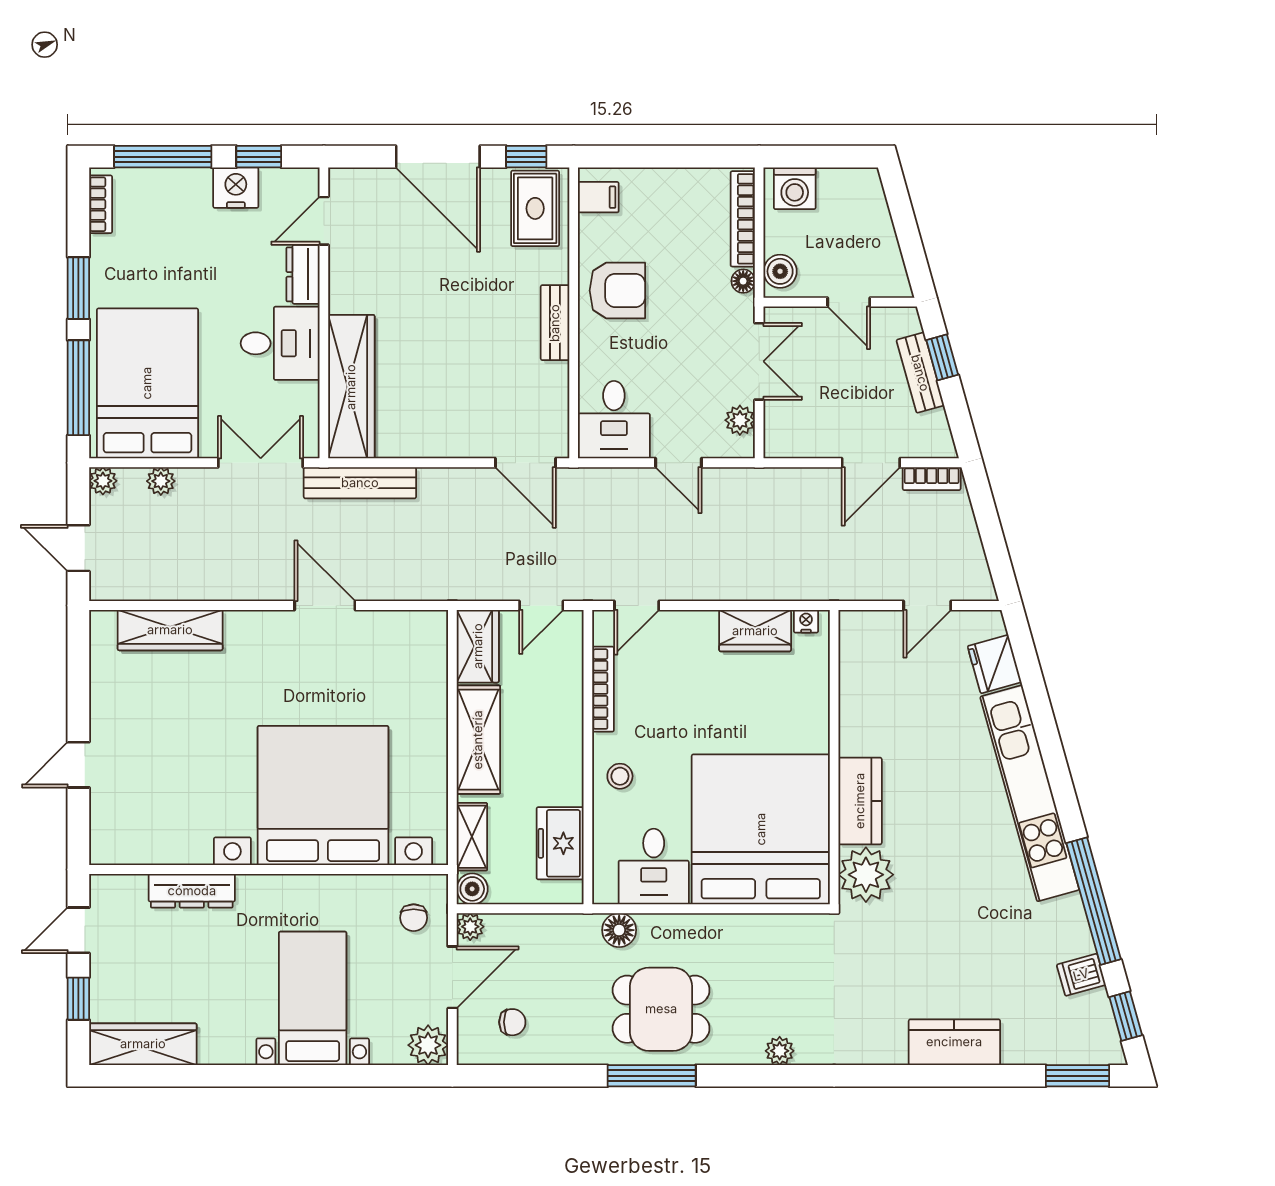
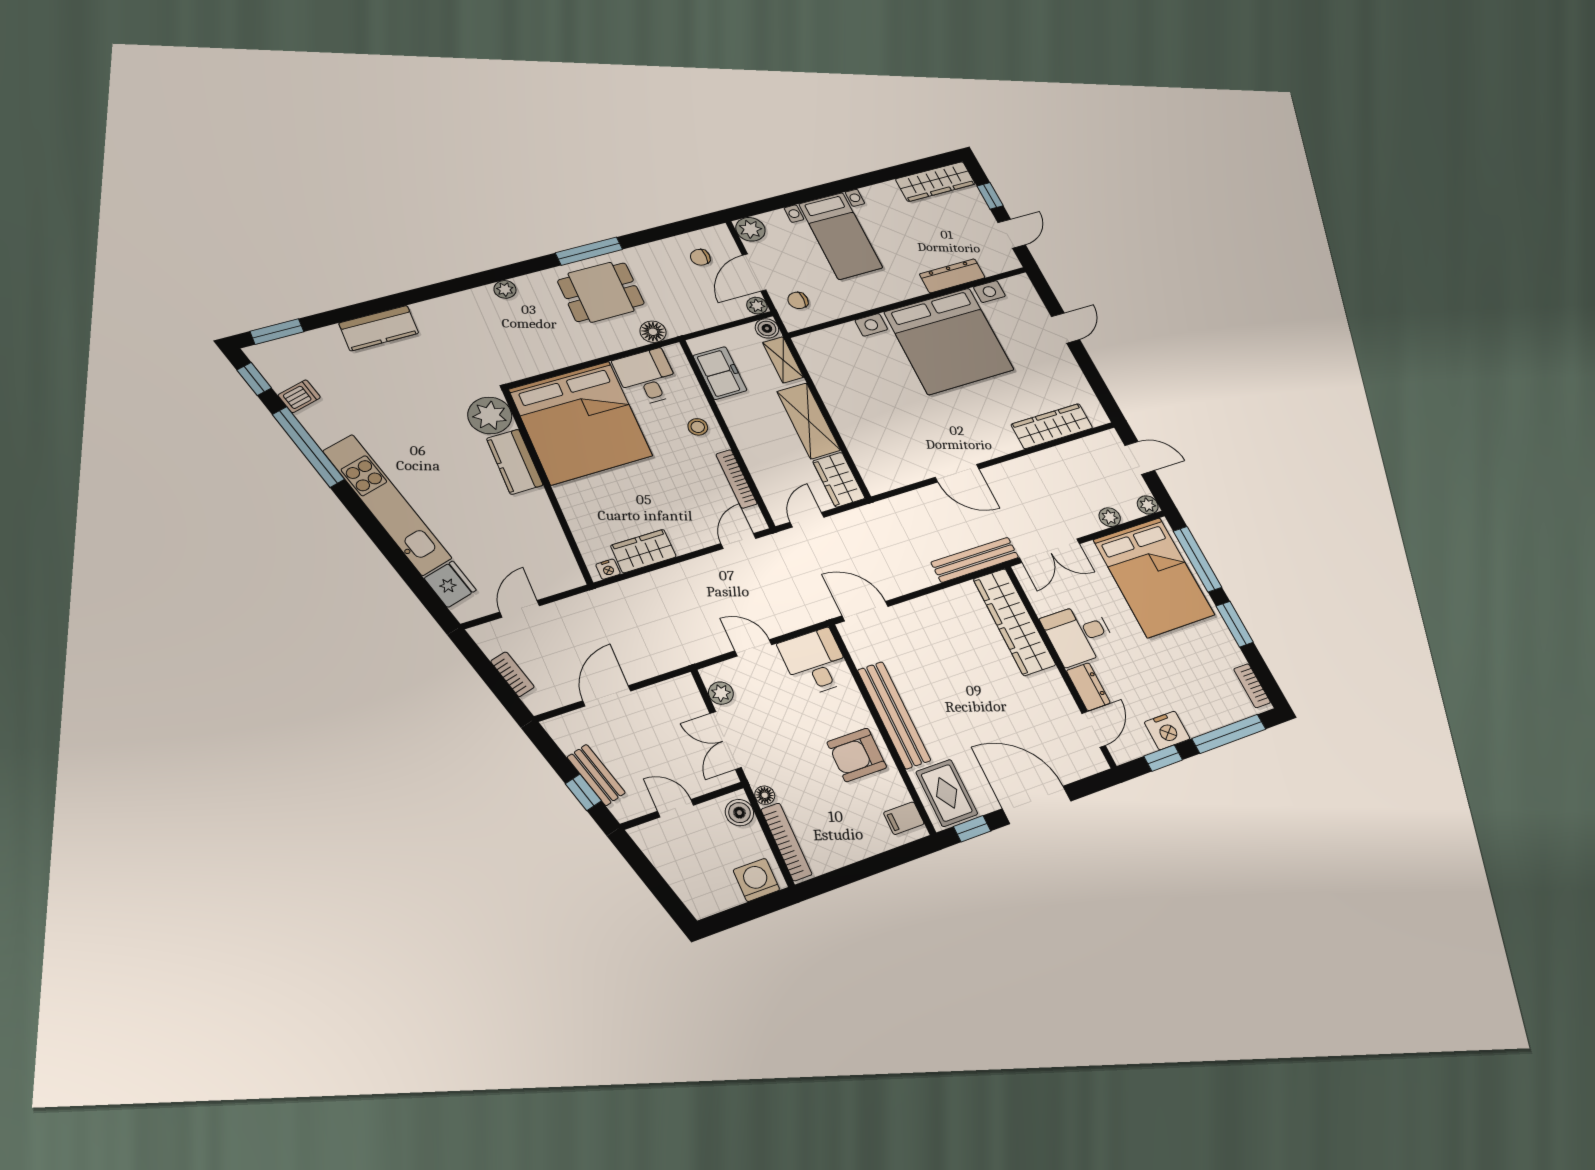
bench: (555, 323) -> (894, 715), width x1.86, depth x1.21
bookcase: (932, 479) -> (512, 674), moved, turned 74
bed with nightstands: (323, 796) -> (949, 341), moved
chair: (414, 918) -> (798, 300), turned -90

